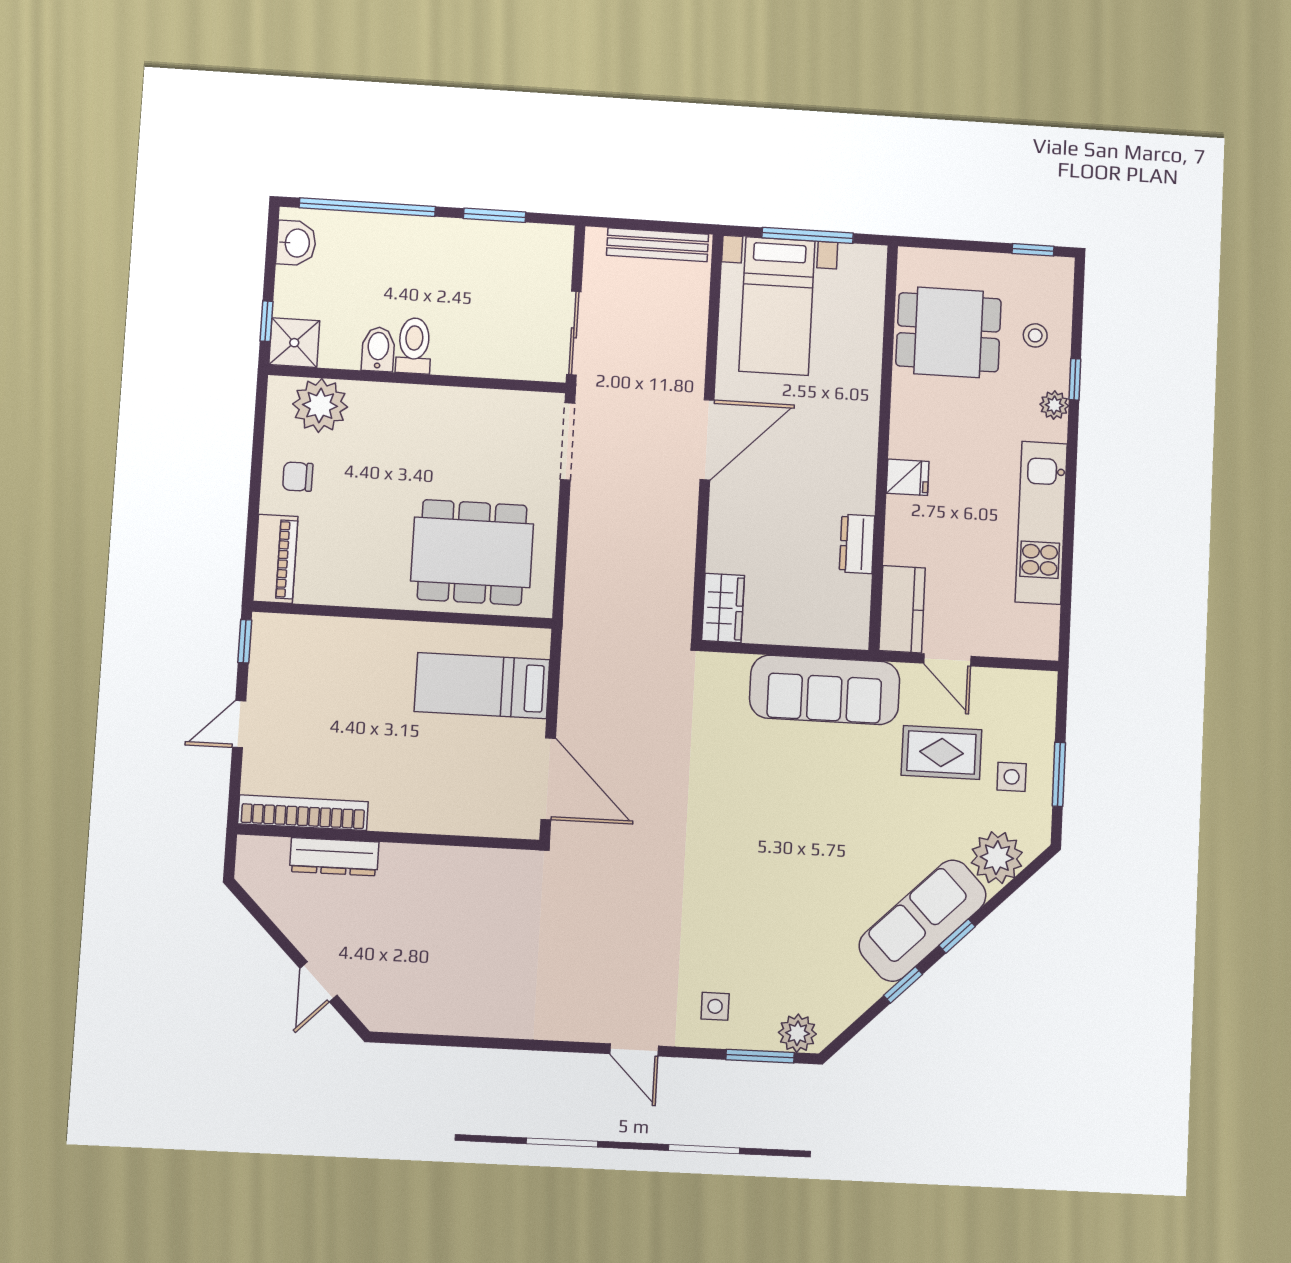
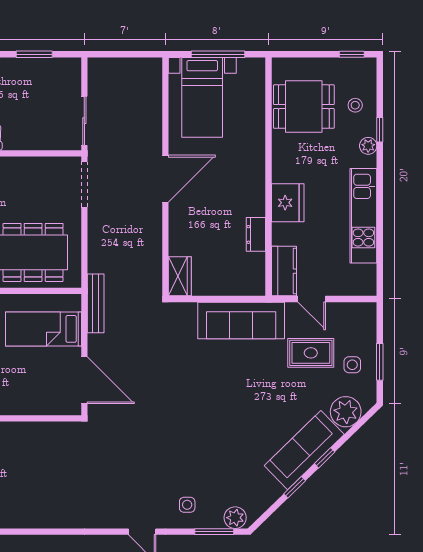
bench: (658, 245) -> (96, 303), moved, turned 90
fridge: (908, 477) -> (288, 203), width x1.88, depth x1.34

